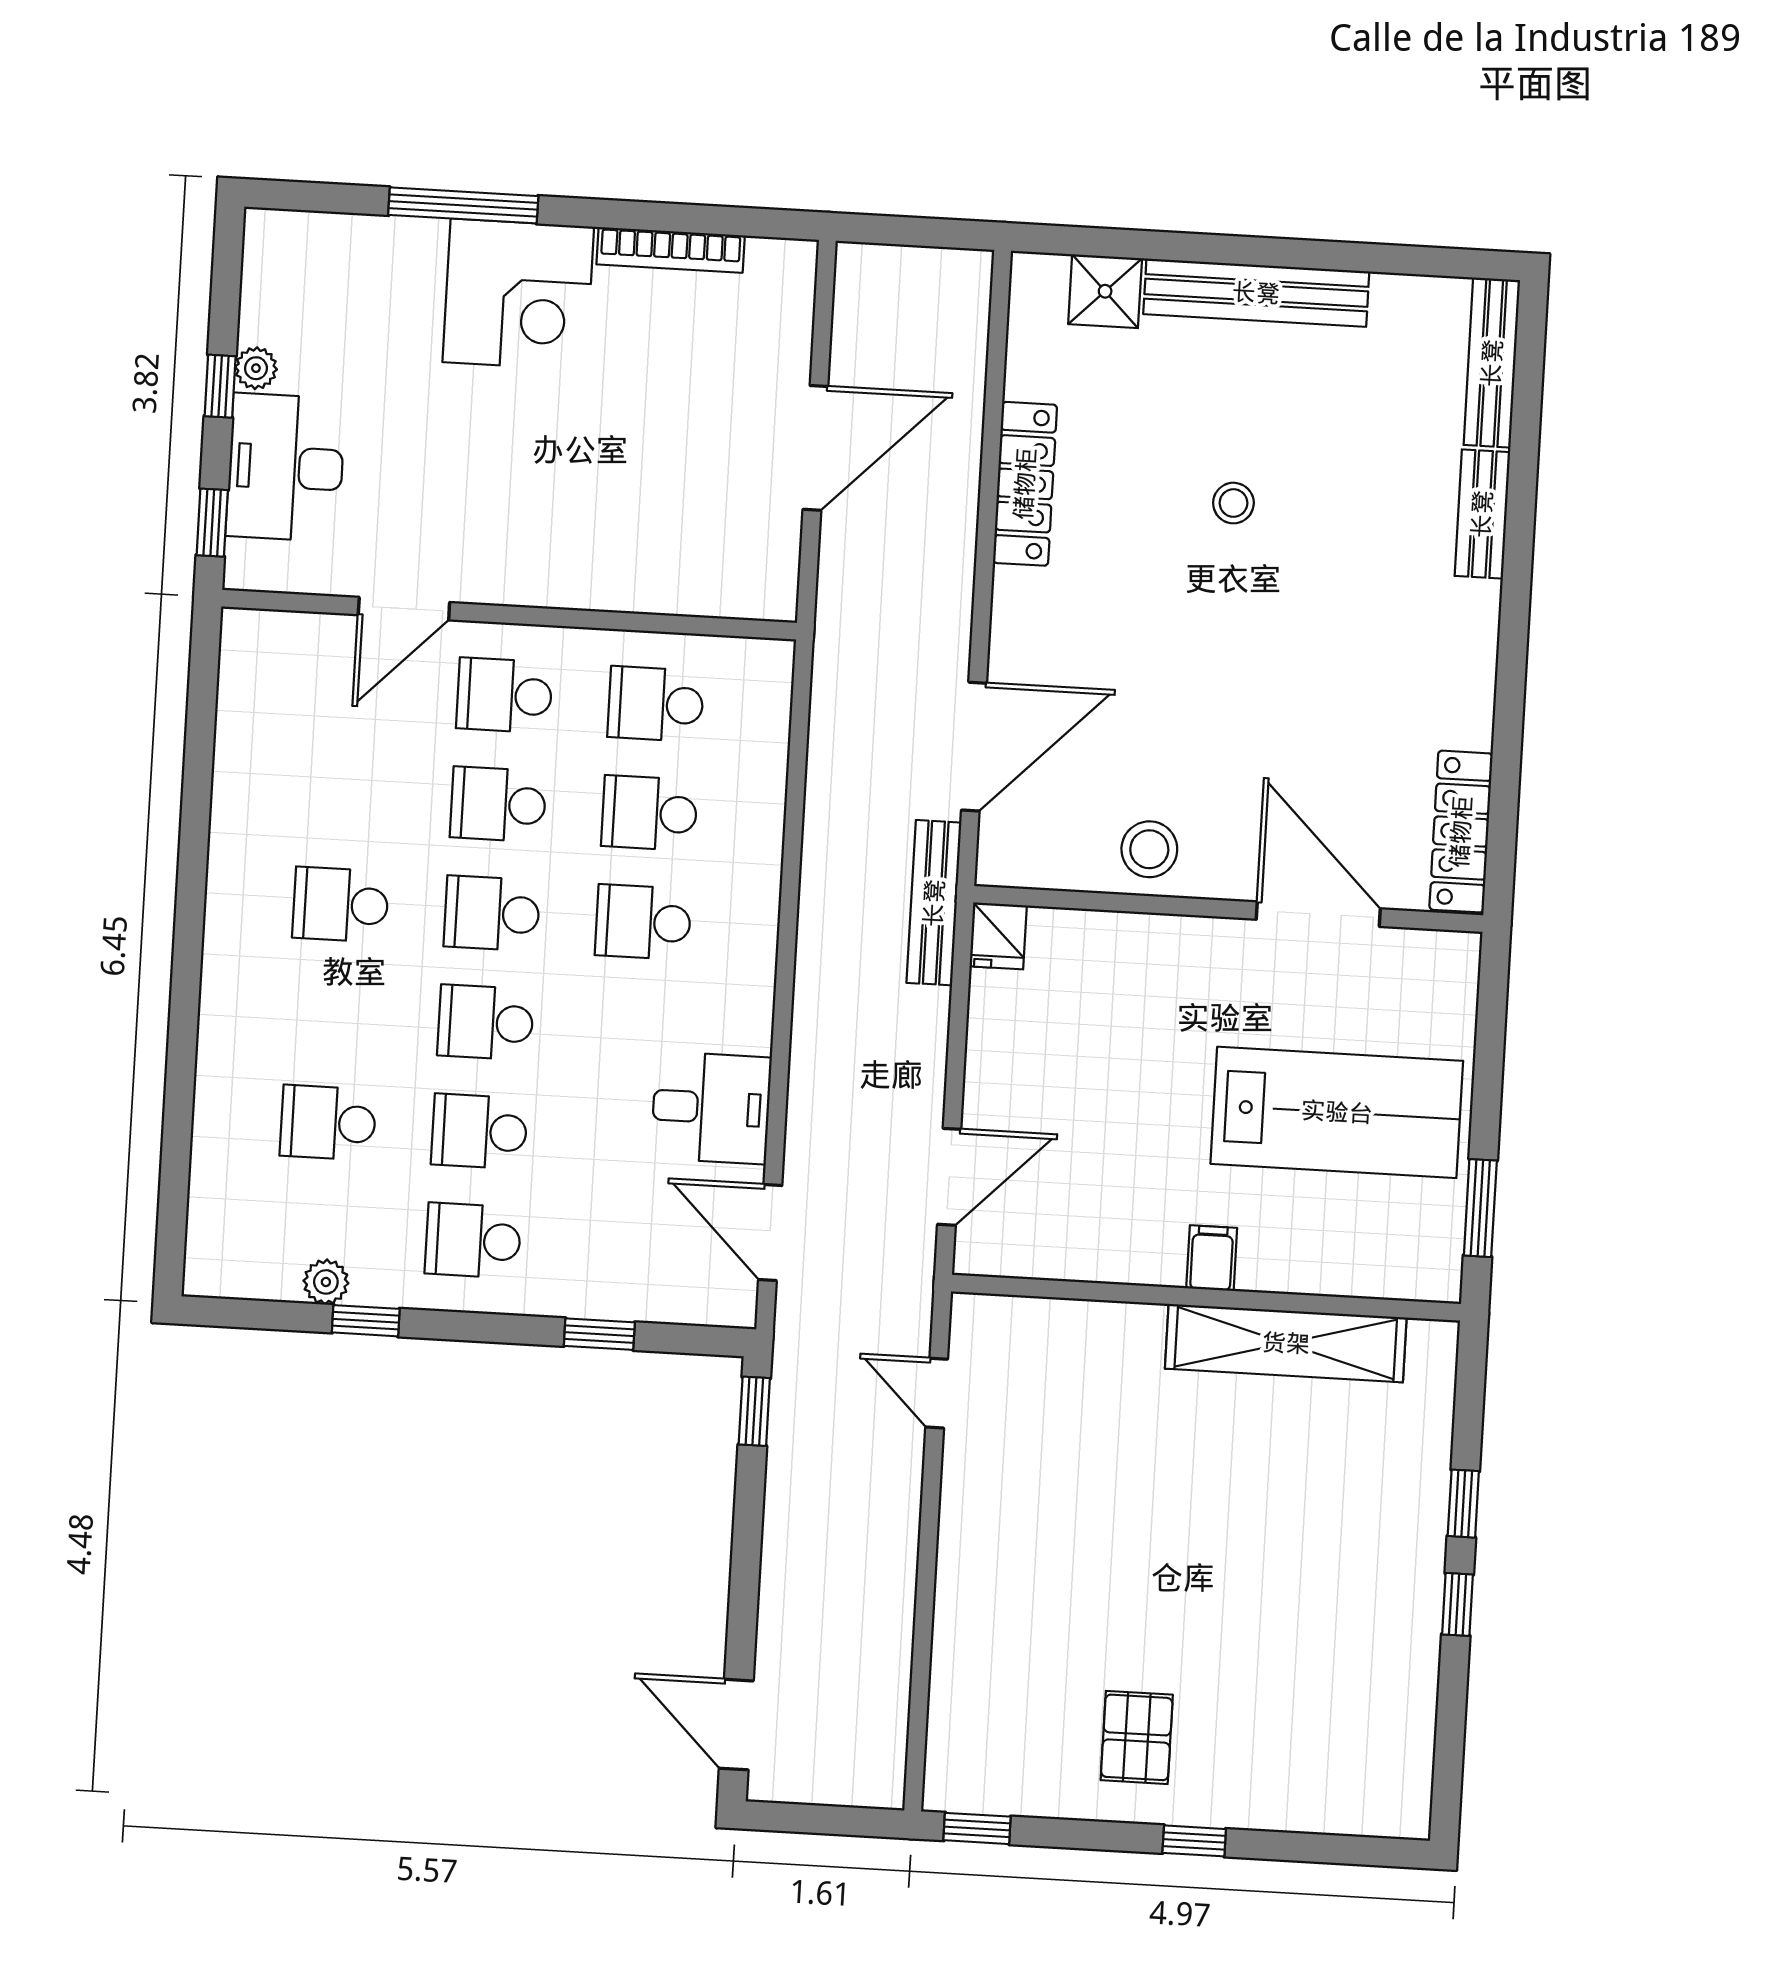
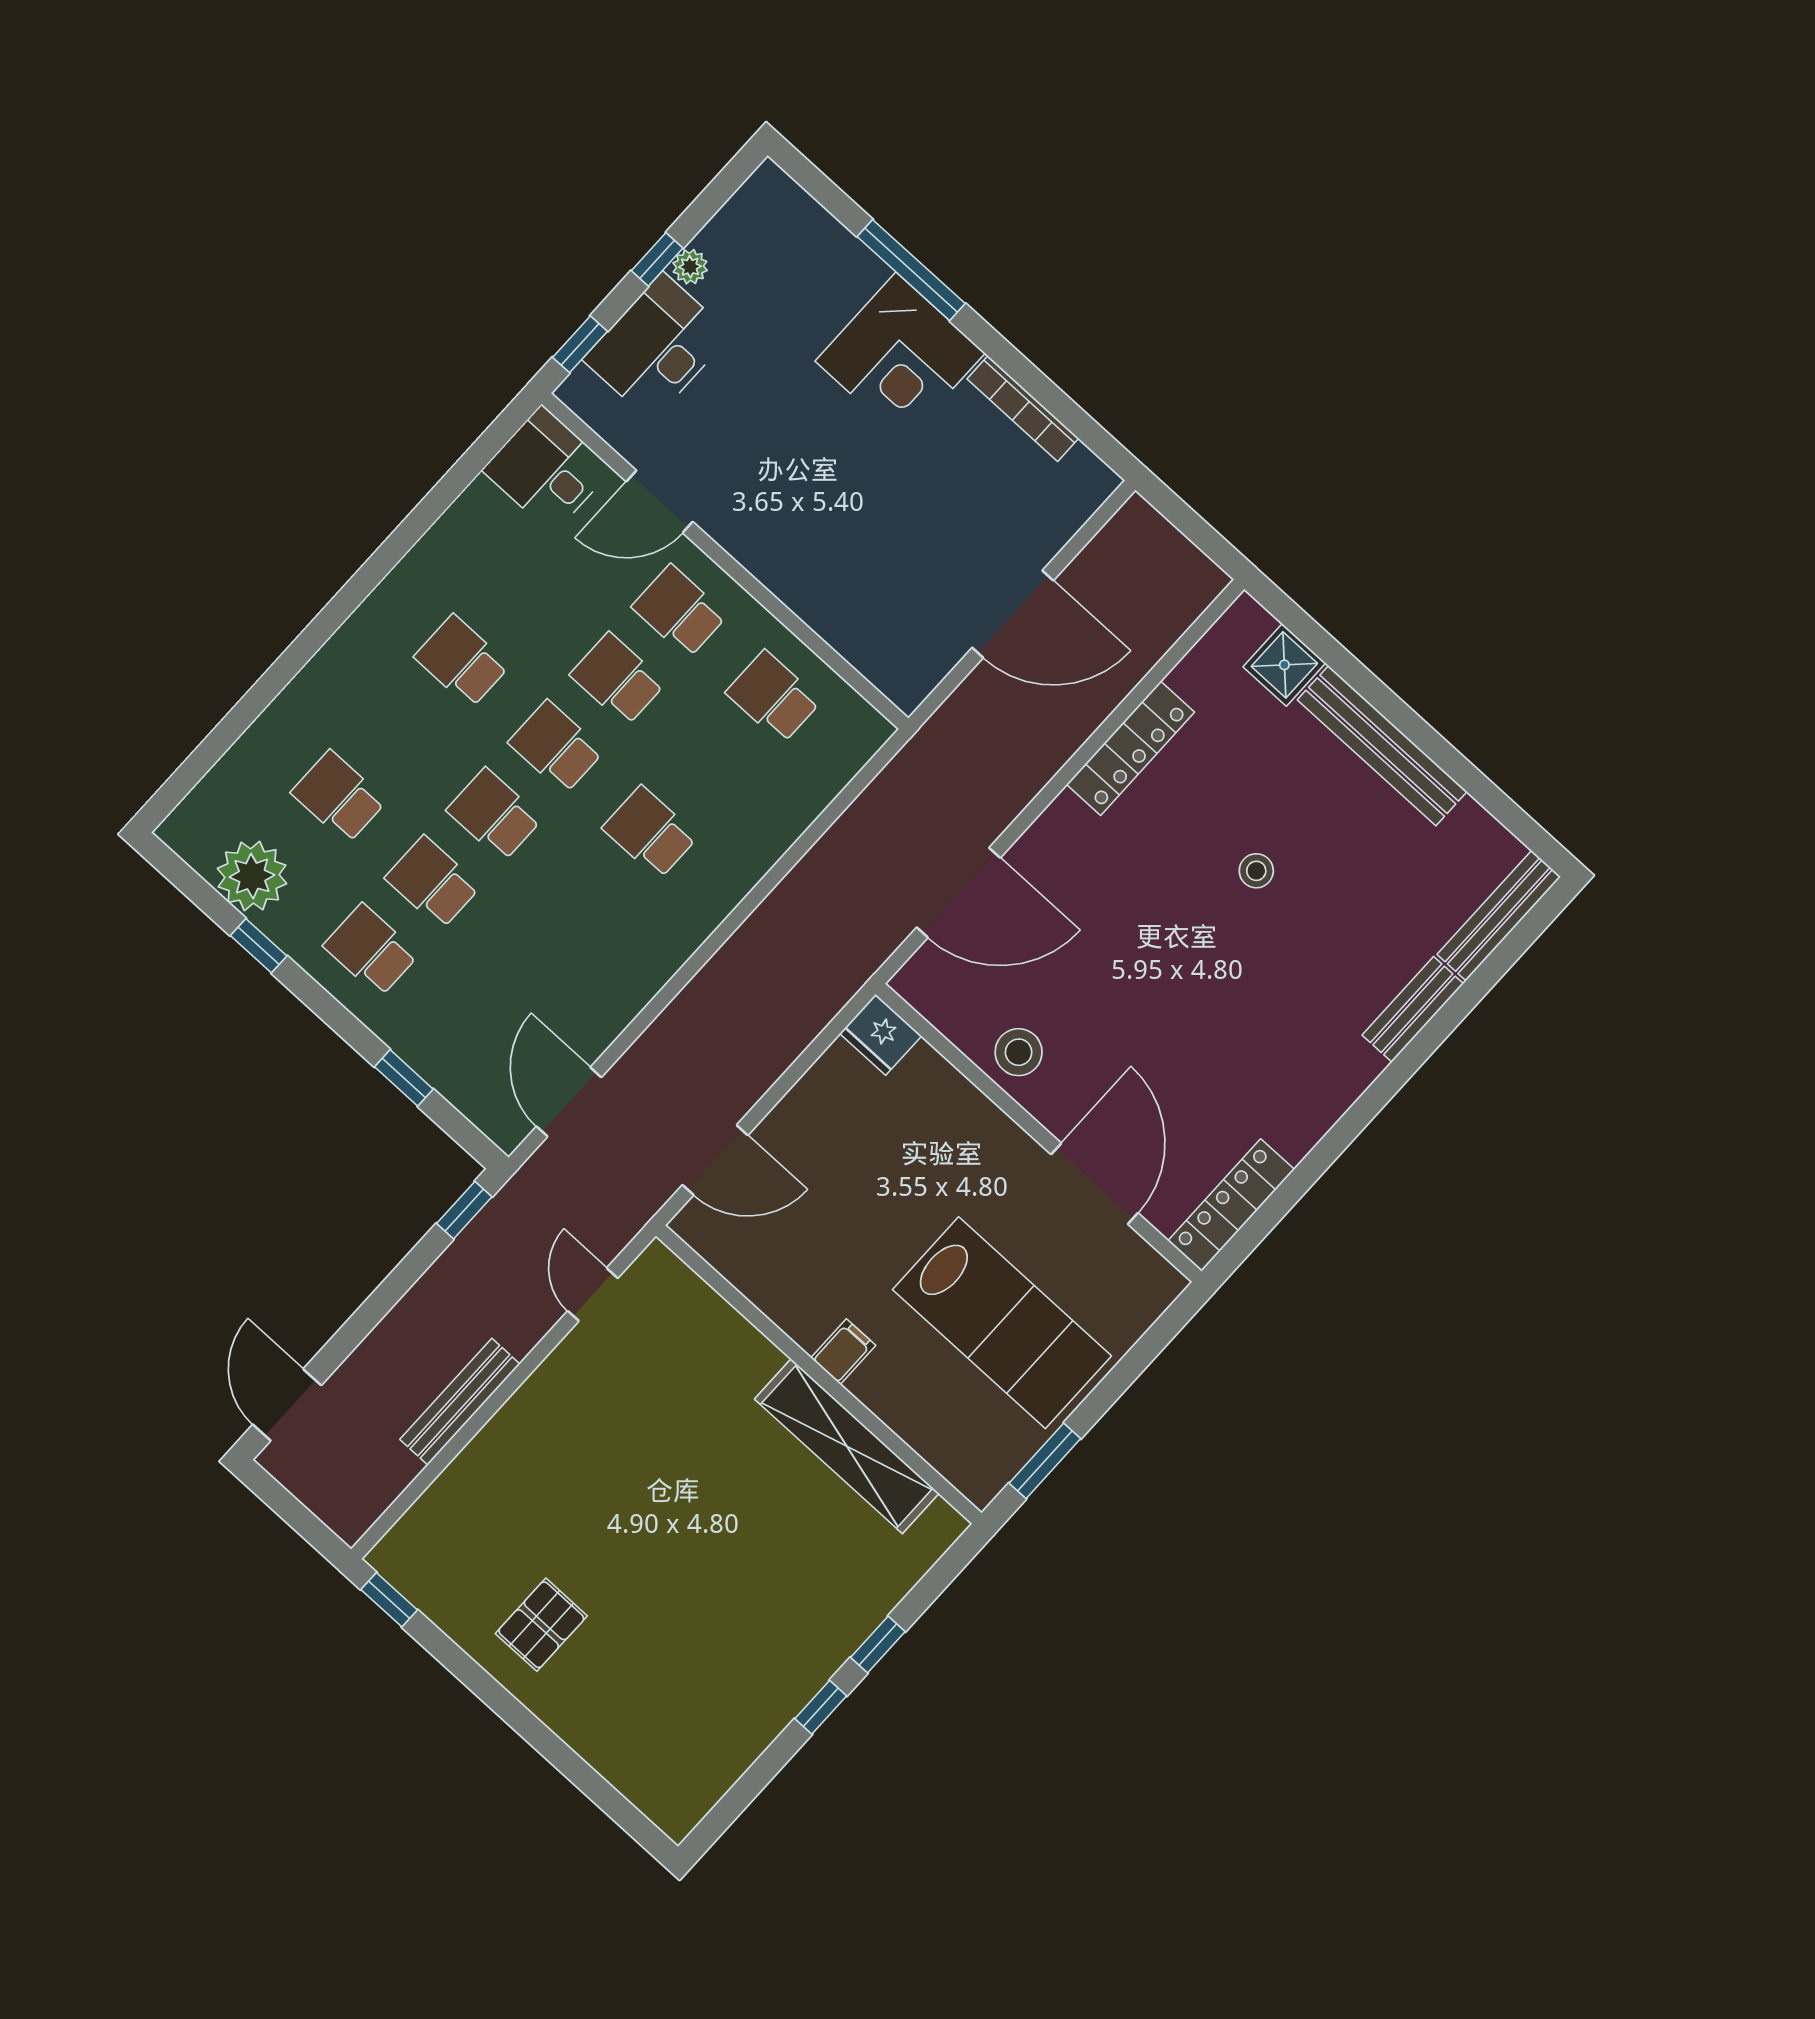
school desk: (649, 813) -> (712, 765), removed
bench: (934, 903) -> (460, 1402), moved
fridge: (998, 936) -> (881, 1035), width x1.38
desk: (711, 1108) -> (547, 470), moved, turned 180
plant: (326, 1282) -> (252, 876), width x1.88, depth x1.88
window: (1194, 1841) -> (524, 1723), removed

